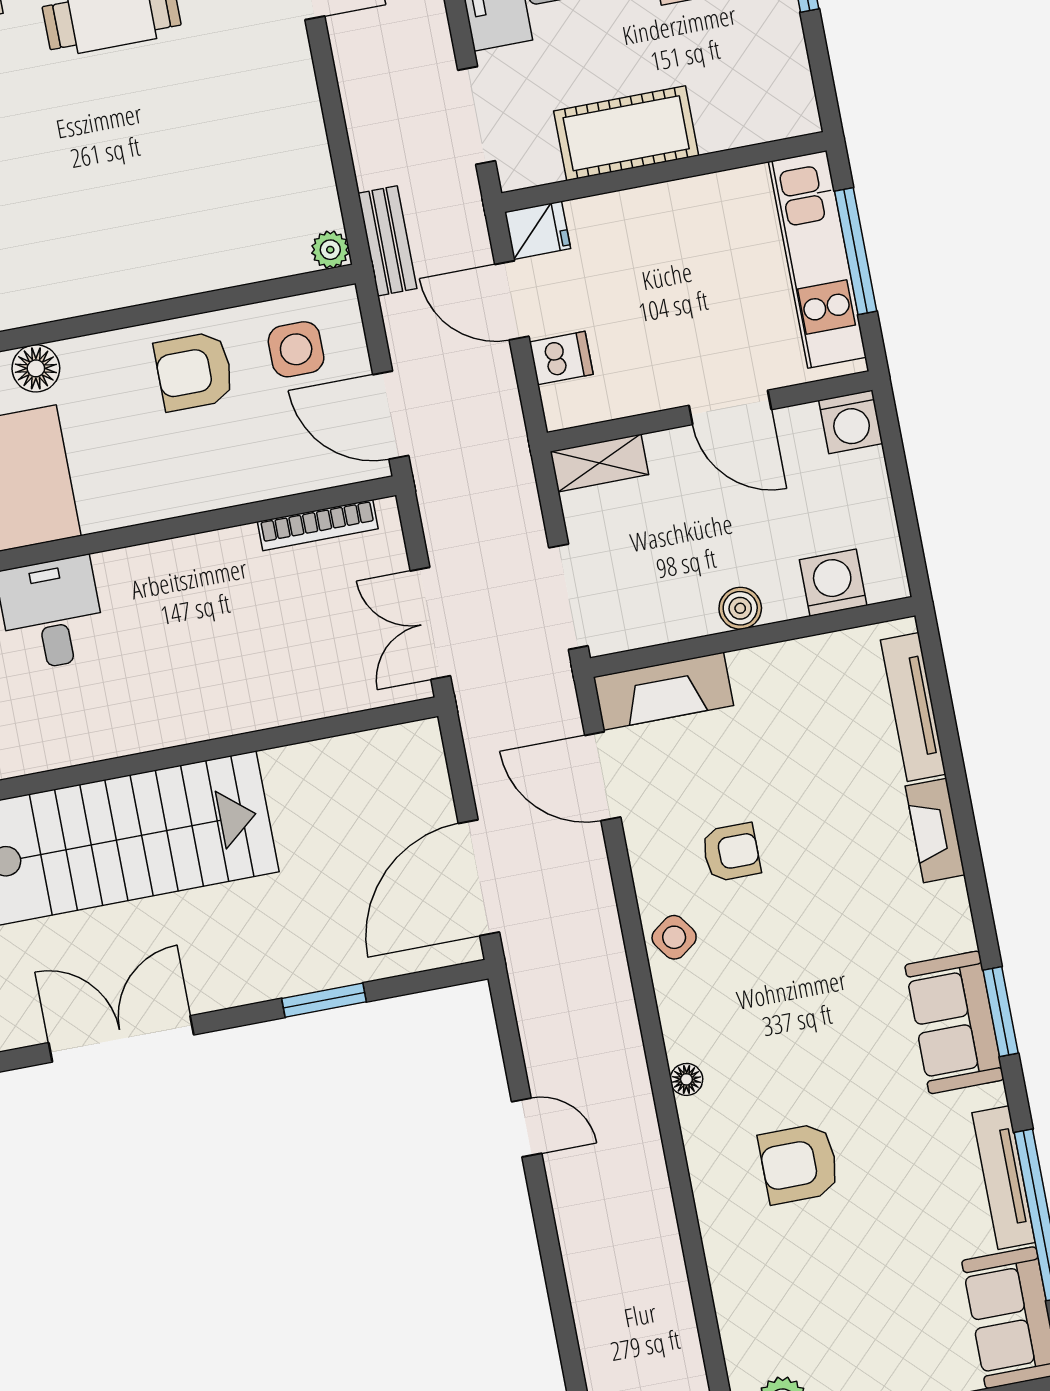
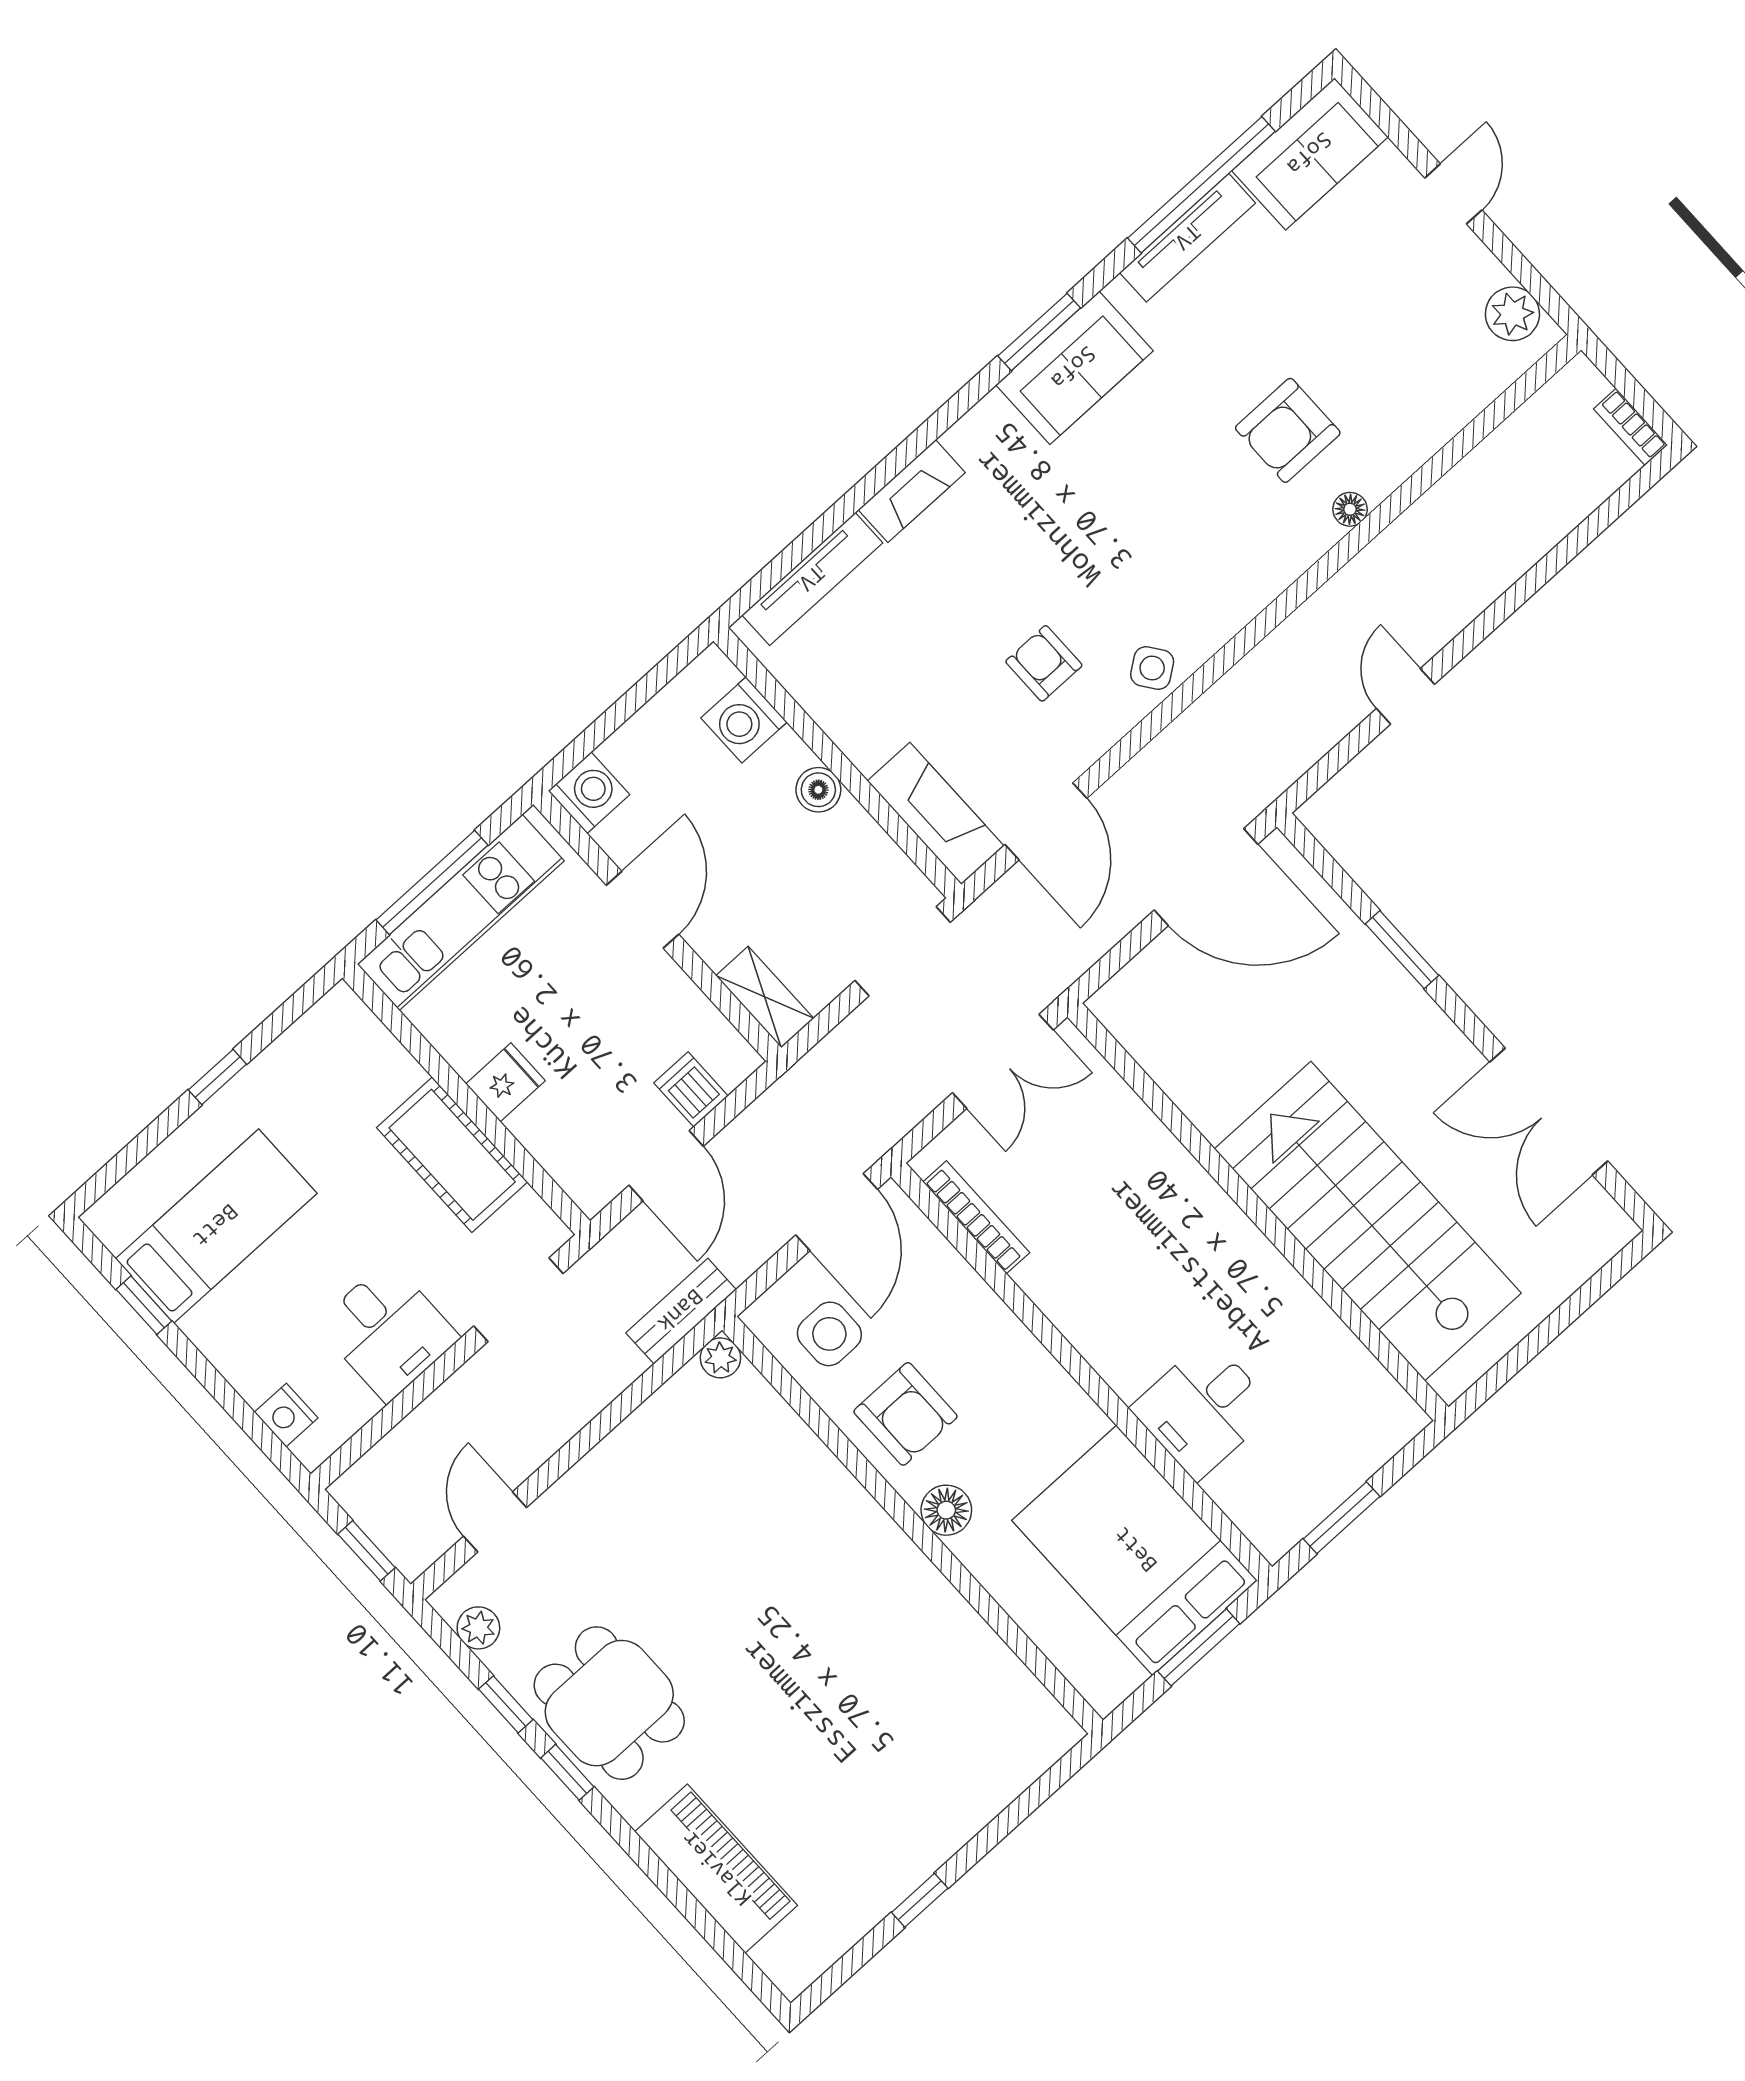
fridge: (538, 230) -> (505, 1082), moved, turned 90
floor lamp: (36, 368) -> (946, 1510), moved
floor lamp: (686, 1079) -> (1350, 509), moved
armchair: (799, 1164) -> (1288, 430), turned 90

